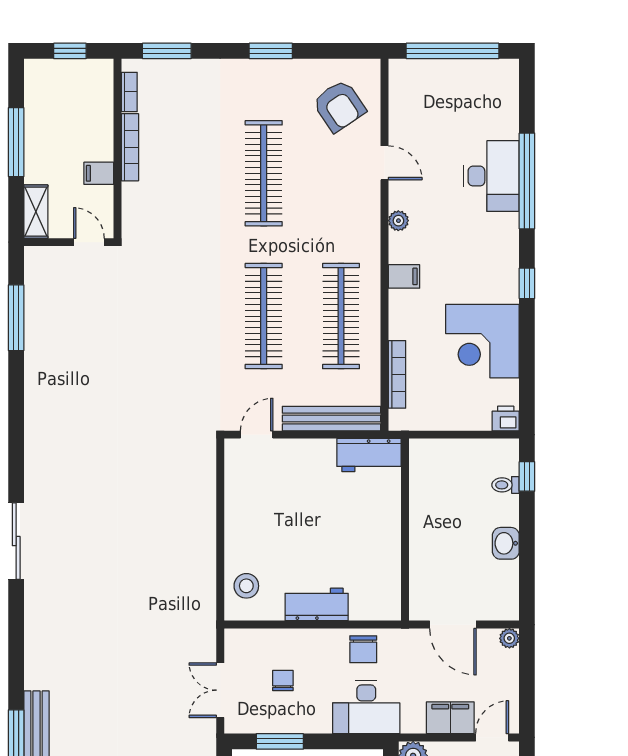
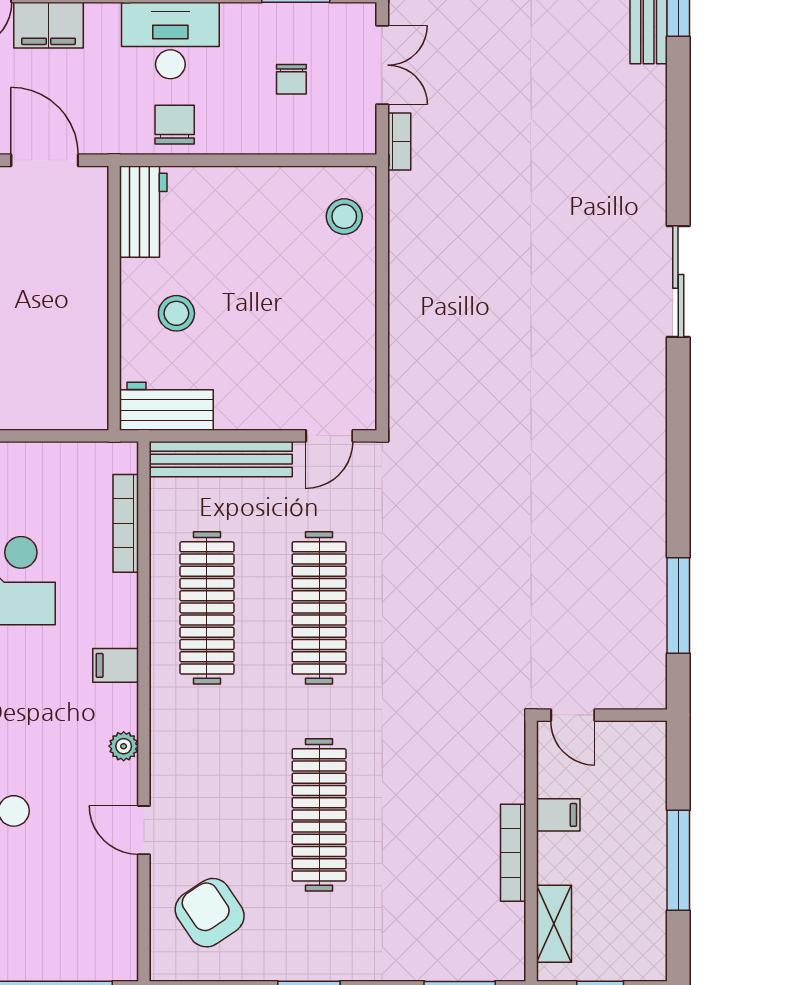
bookcase: (129, 92) -> (399, 141), moved, turned 180
shelving: (36, 212) -> (554, 924), moved
stool: (362, 519) -> (176, 313), added
workbench: (317, 604) -> (143, 212), moved, turned -90

